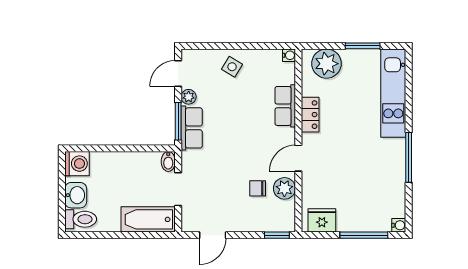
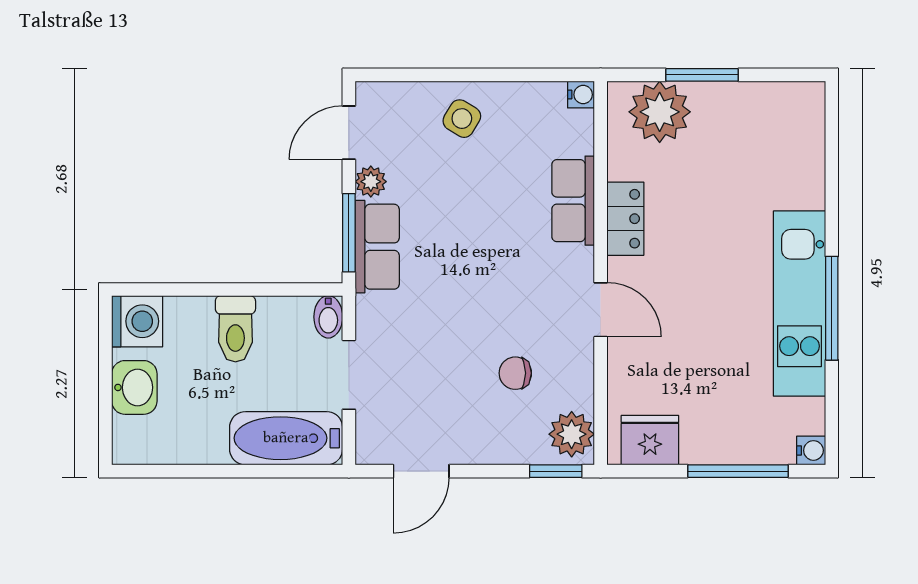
window: (363, 46) -> (702, 75), moved
kitchen unit: (393, 93) -> (799, 304), moved
door: (298, 158) -> (601, 310), swing flipped
plant: (284, 188) -> (572, 434), moved
toilet: (81, 219) -> (235, 329), moved, turned 90

